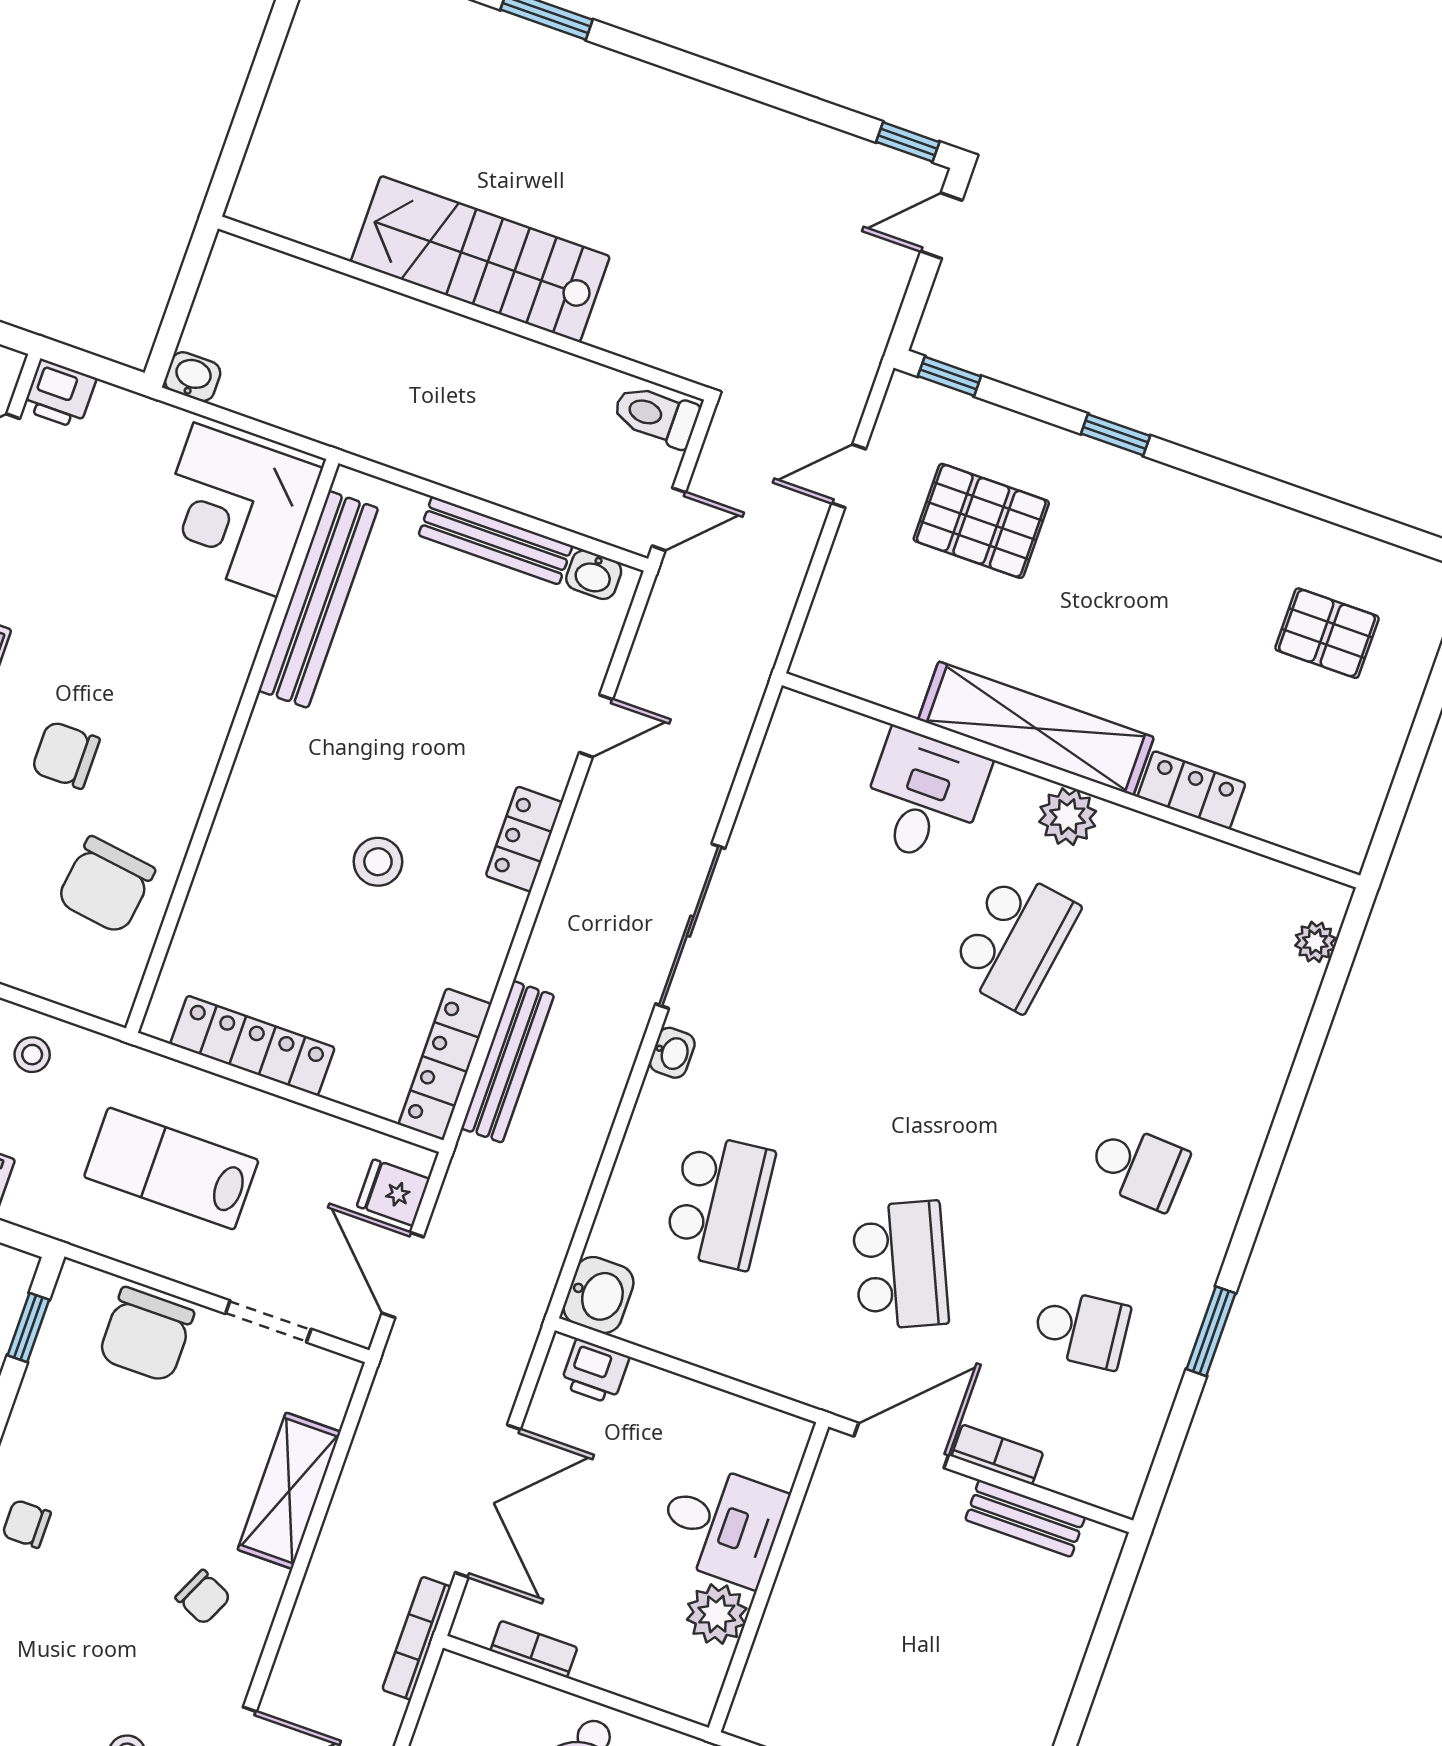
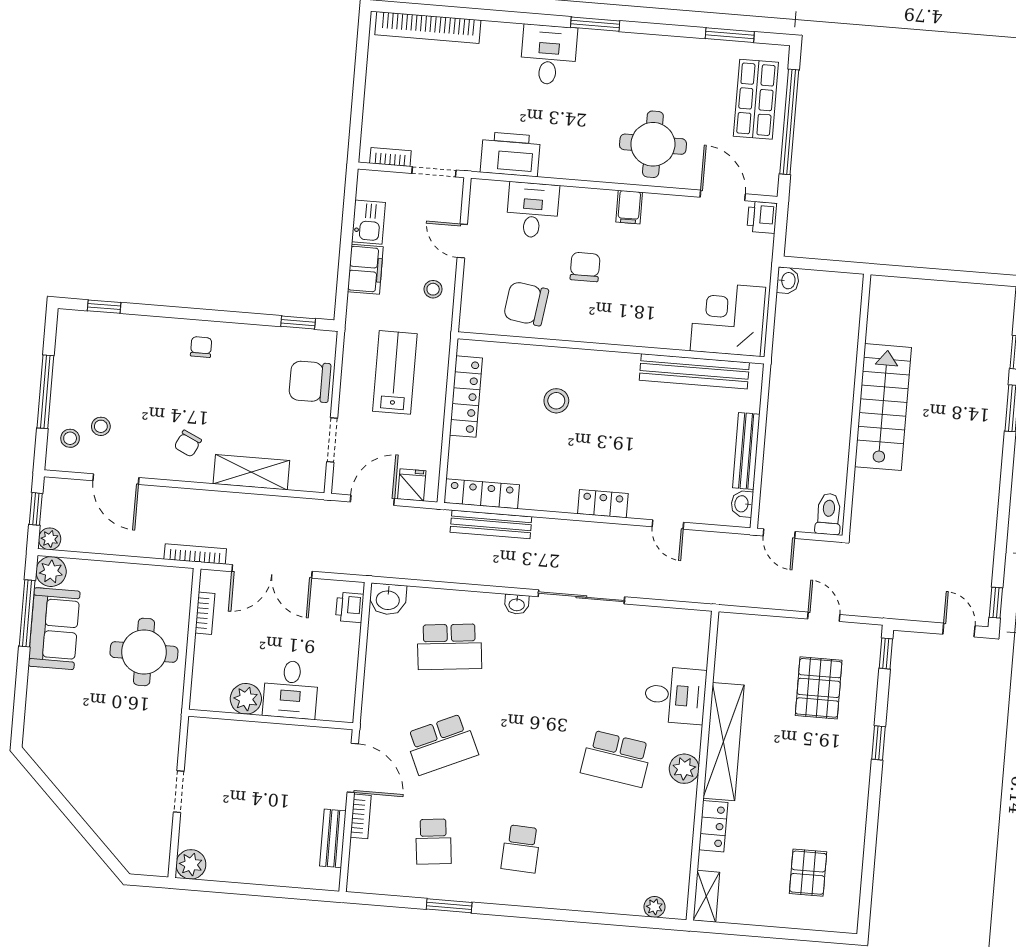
shelving: (1321, 838) -> (706, 896), added
stool: (378, 862) -> (556, 401), moved

